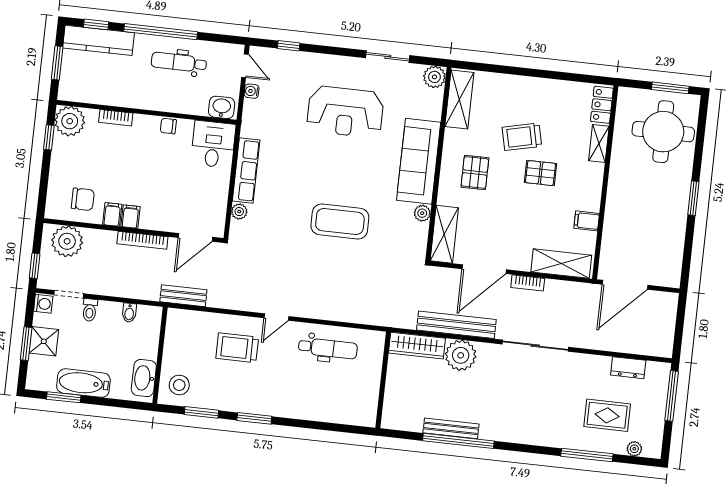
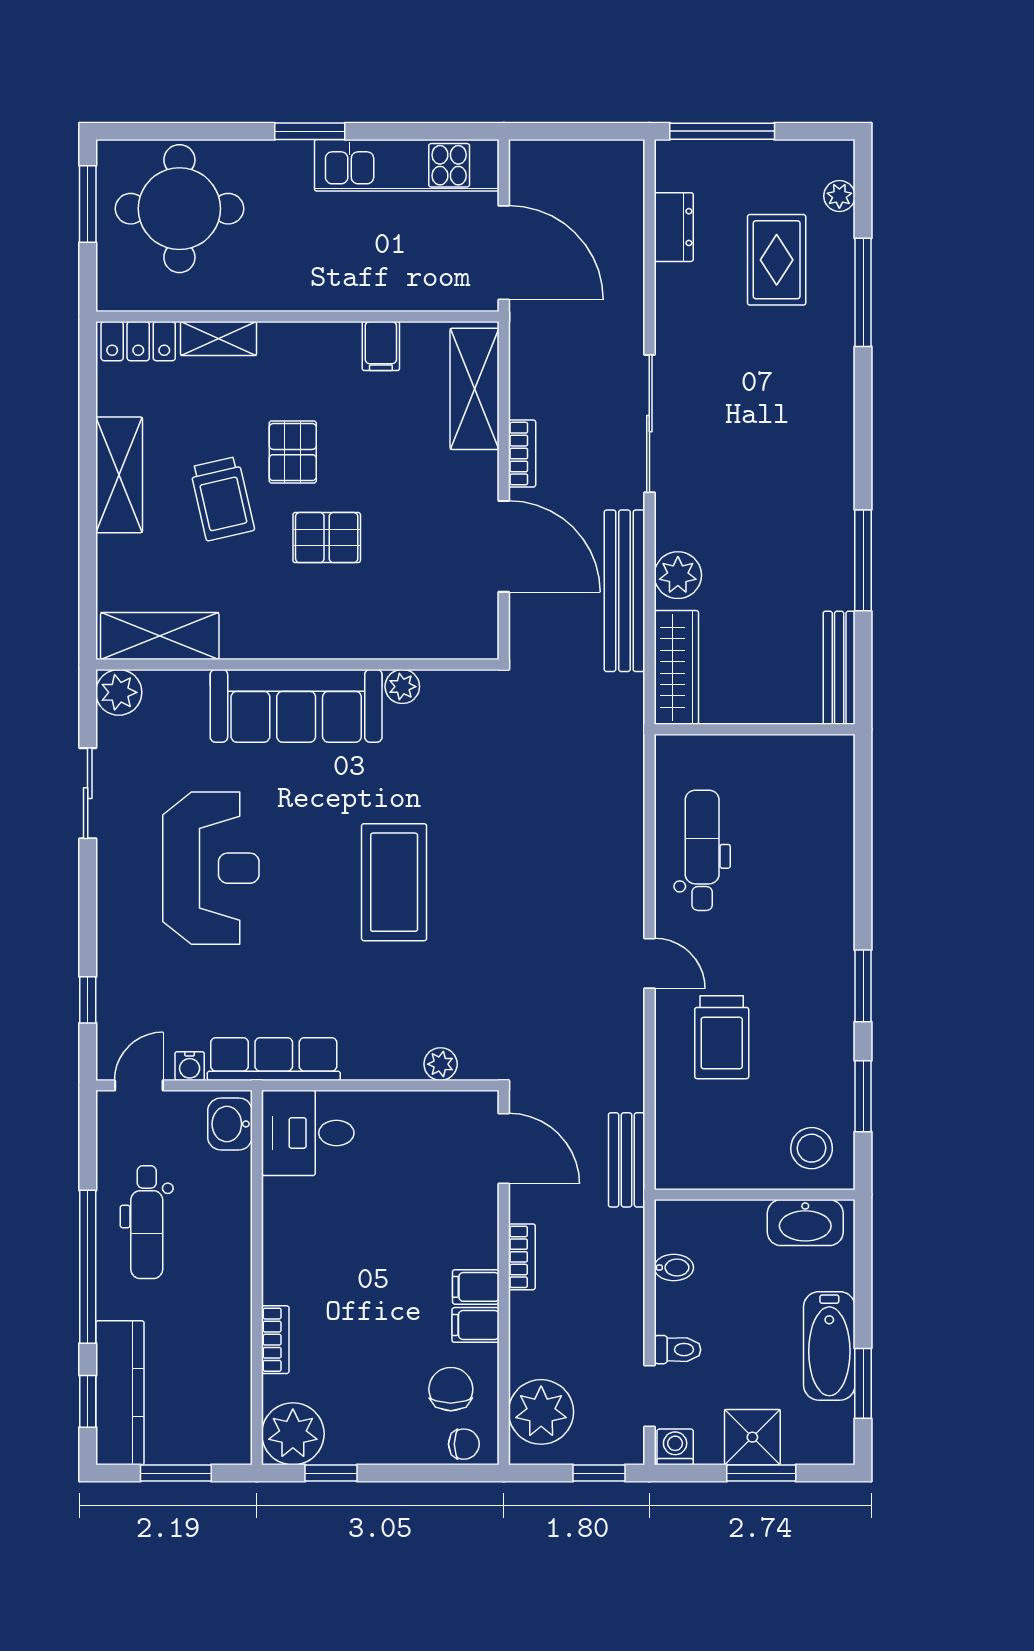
chair: (168, 126) -> (464, 1444), moved, turned -90
row of seats: (246, 171) -> (274, 1059), moved
pallet: (475, 172) -> (327, 538), moved
coffee table: (340, 222) -> (394, 882), moved
shelving: (444, 234) -> (119, 475), moved, turned 90
bookcase: (142, 240) -> (522, 1257), width x0.64
kitchen unit: (672, 243) -> (407, 165), added
plant: (461, 355) -> (678, 575), width x0.73, depth x0.73
bench: (451, 428) -> (839, 668), moved
window: (458, 441) -> (863, 560), width x0.68

